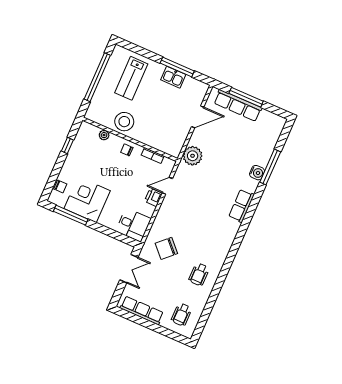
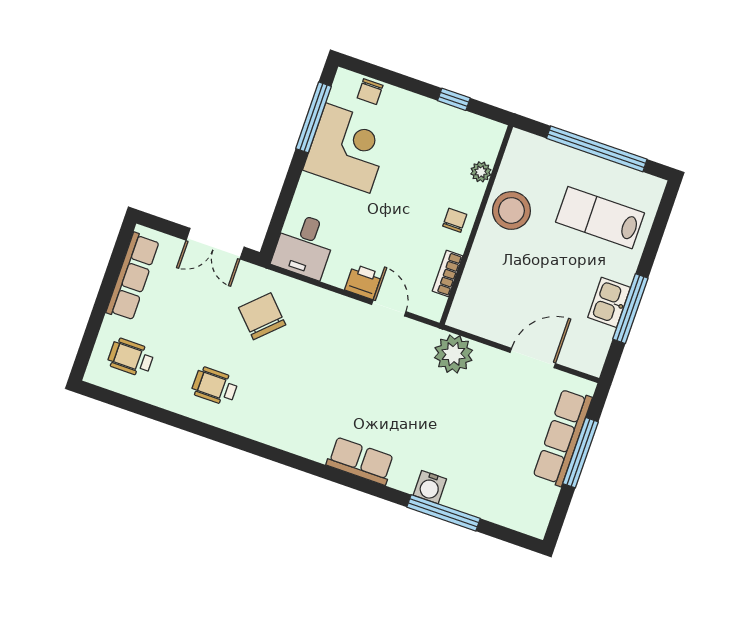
door: (198, 117) -> (533, 358), swing flipped

